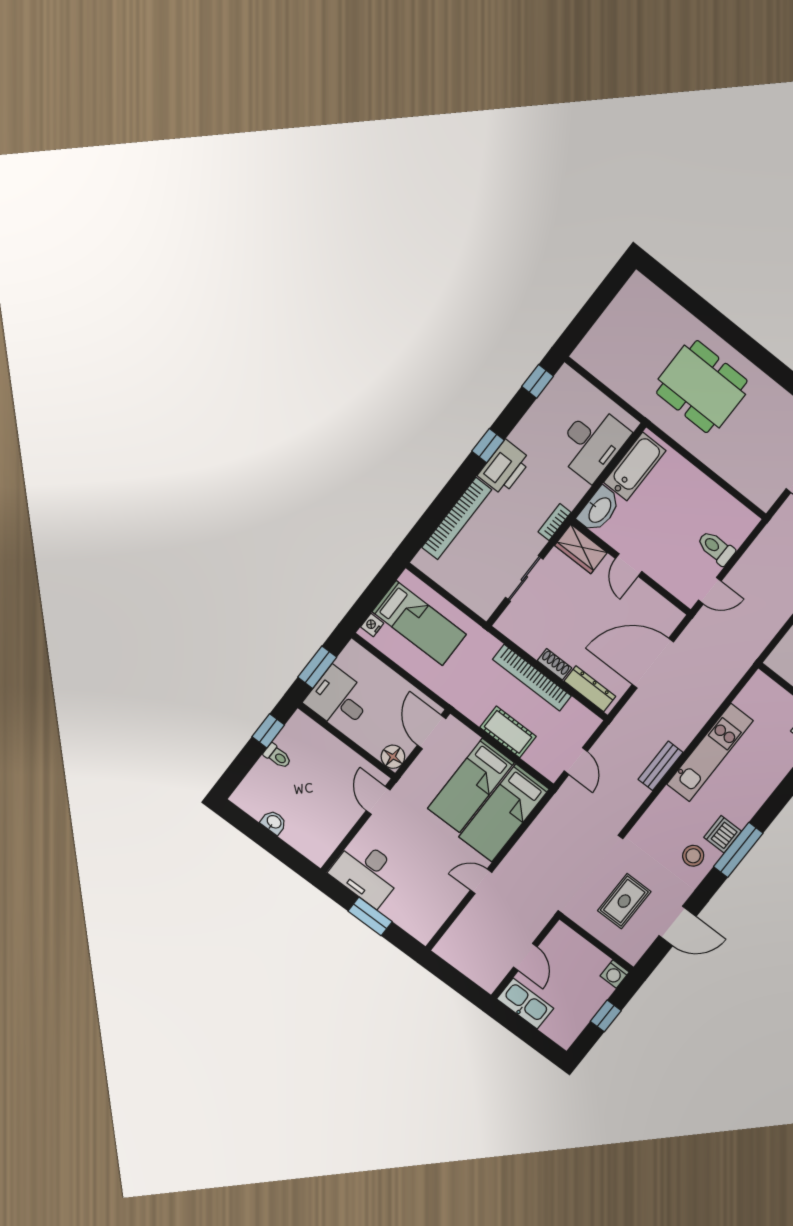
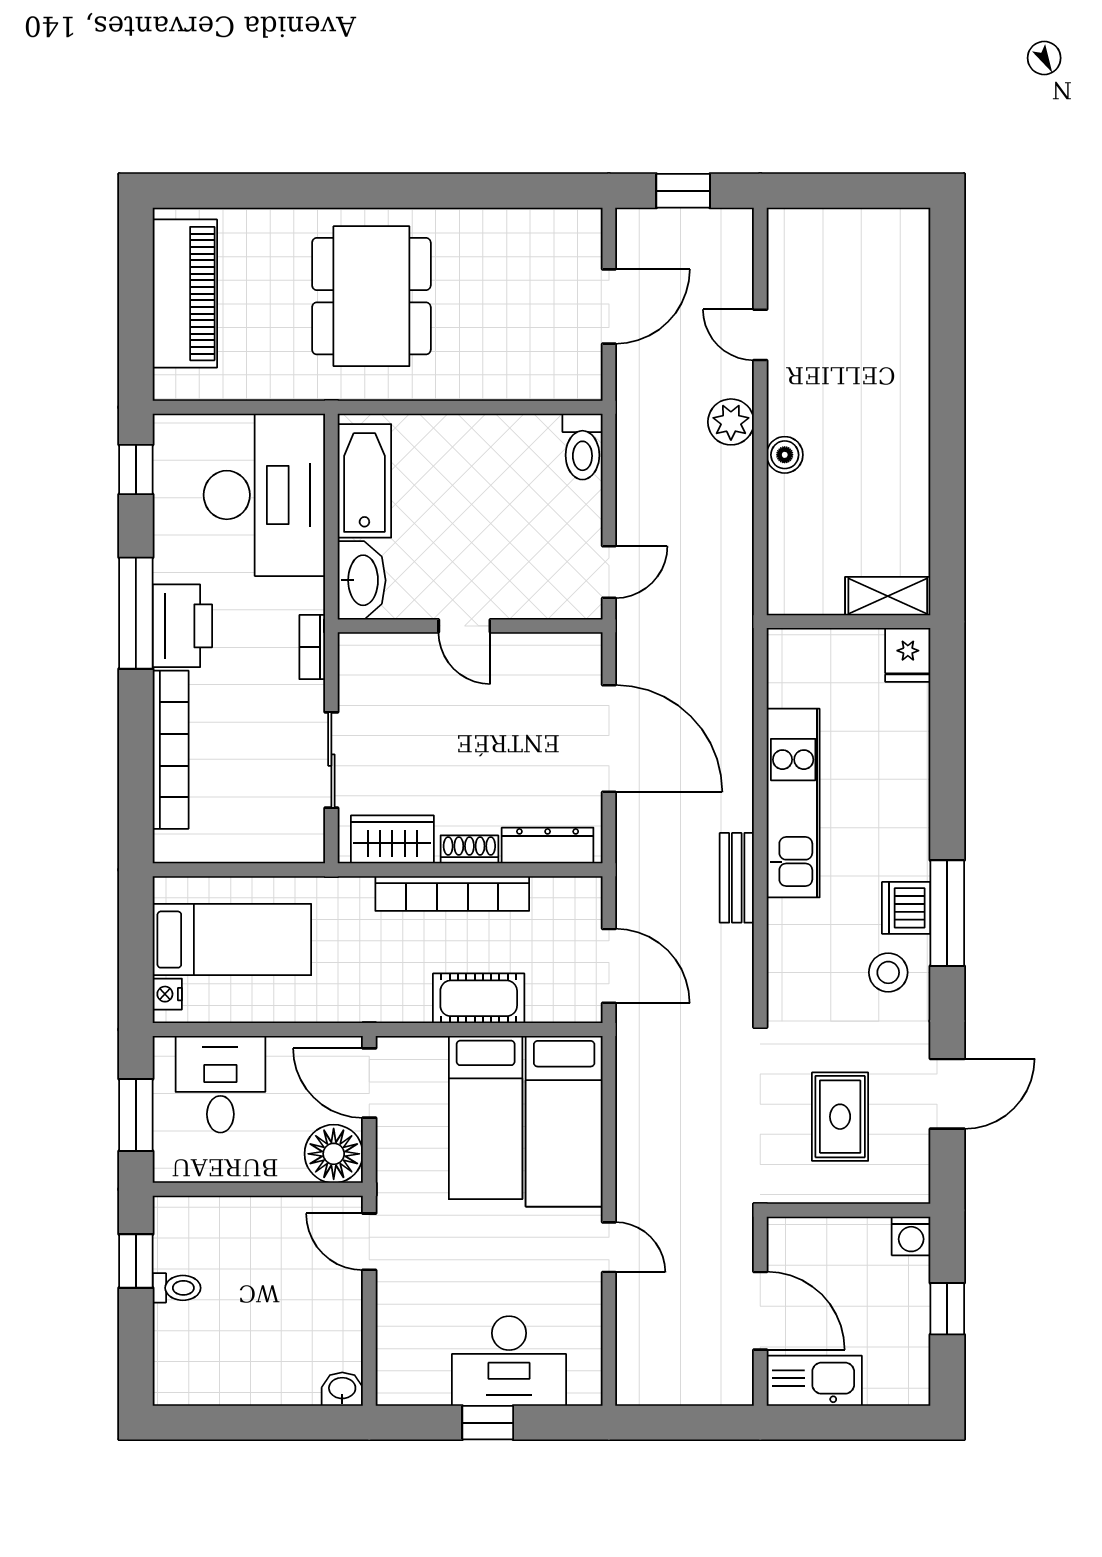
piano: (621, 320) -> (185, 294), added
dining table: (702, 387) -> (371, 296), turned 90
desk: (592, 443) -> (264, 495), width x1.36, depth x1.30
window: (488, 446) -> (136, 613), width x2.17
toilet: (716, 548) -> (582, 447), moved, turned -90
wardrobe: (581, 549) -> (392, 839), moved, turned 180
door: (653, 663) -> (609, 739), swing flipped
desk: (339, 699) -> (220, 1084), moved, turned 90
floor lamp: (393, 757) -> (334, 1154), width x1.38, depth x1.38
door: (576, 761) -> (609, 966), width x1.38
washbasin: (274, 822) -> (342, 1389), moved
desk: (367, 872) -> (509, 1361), moved
door: (481, 881) -> (609, 1247), swing flipped
window: (370, 916) -> (488, 1423), width x0.67
door: (525, 957) -> (760, 1311), width x1.38

